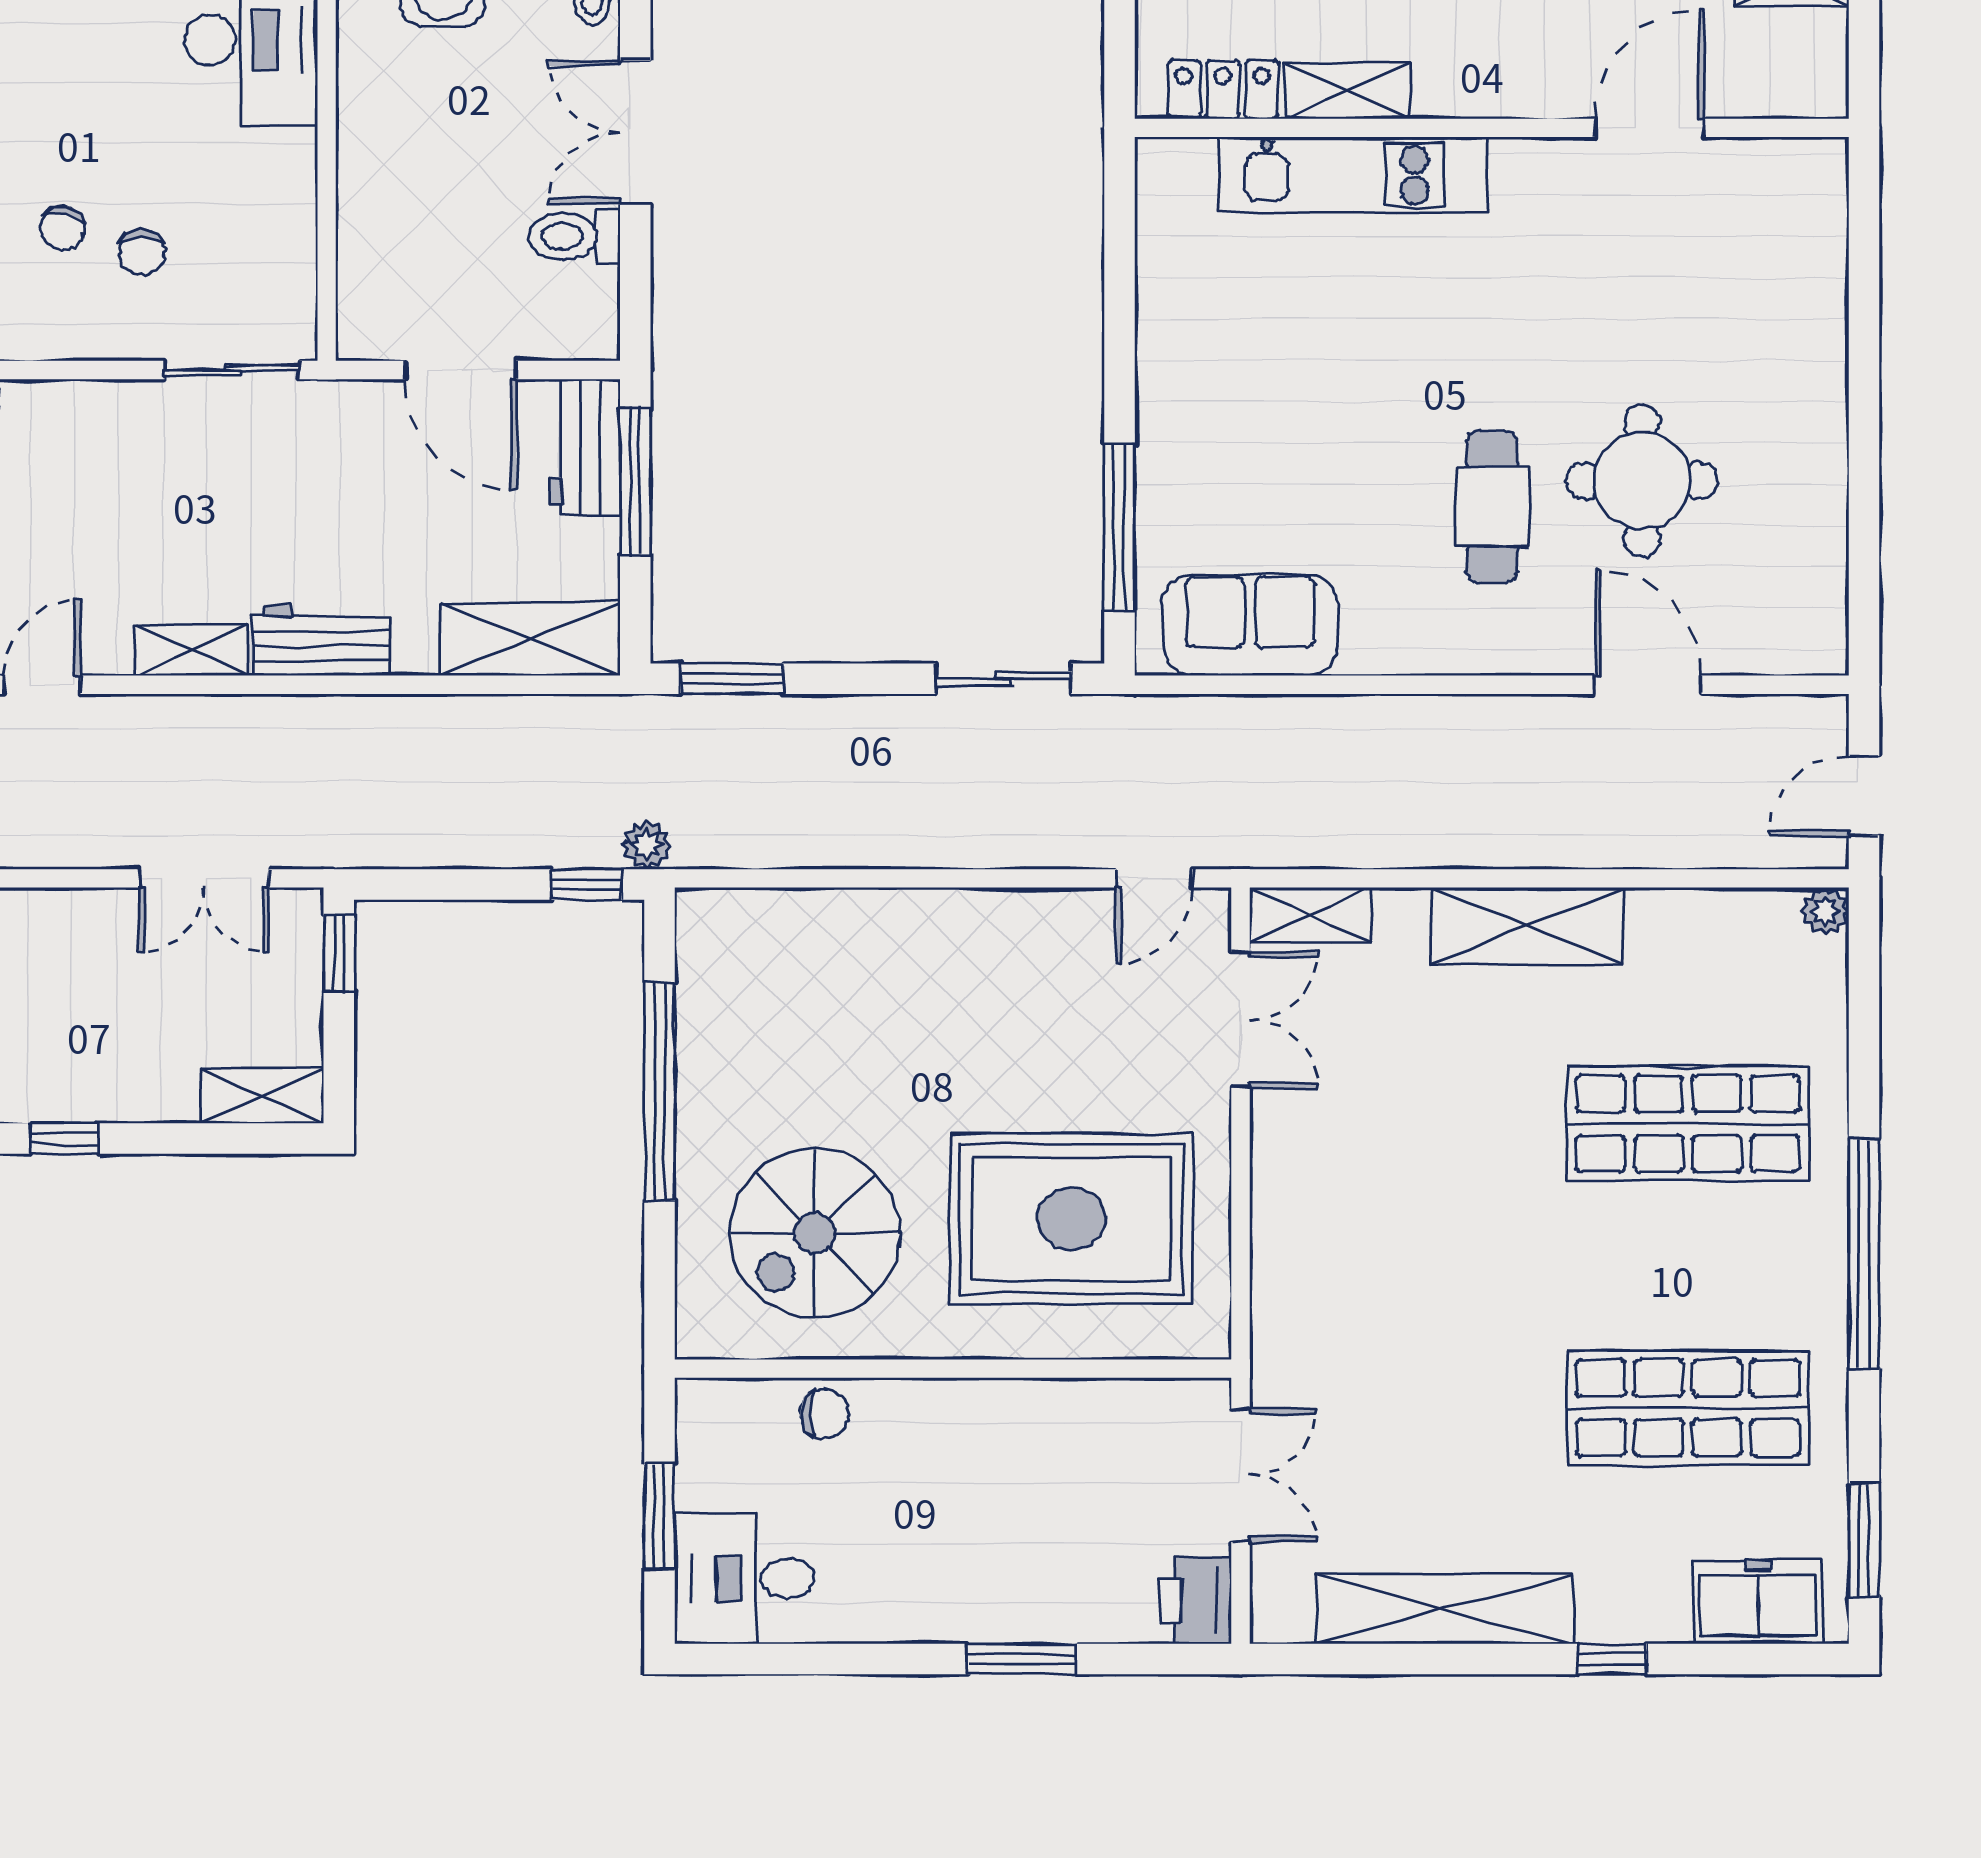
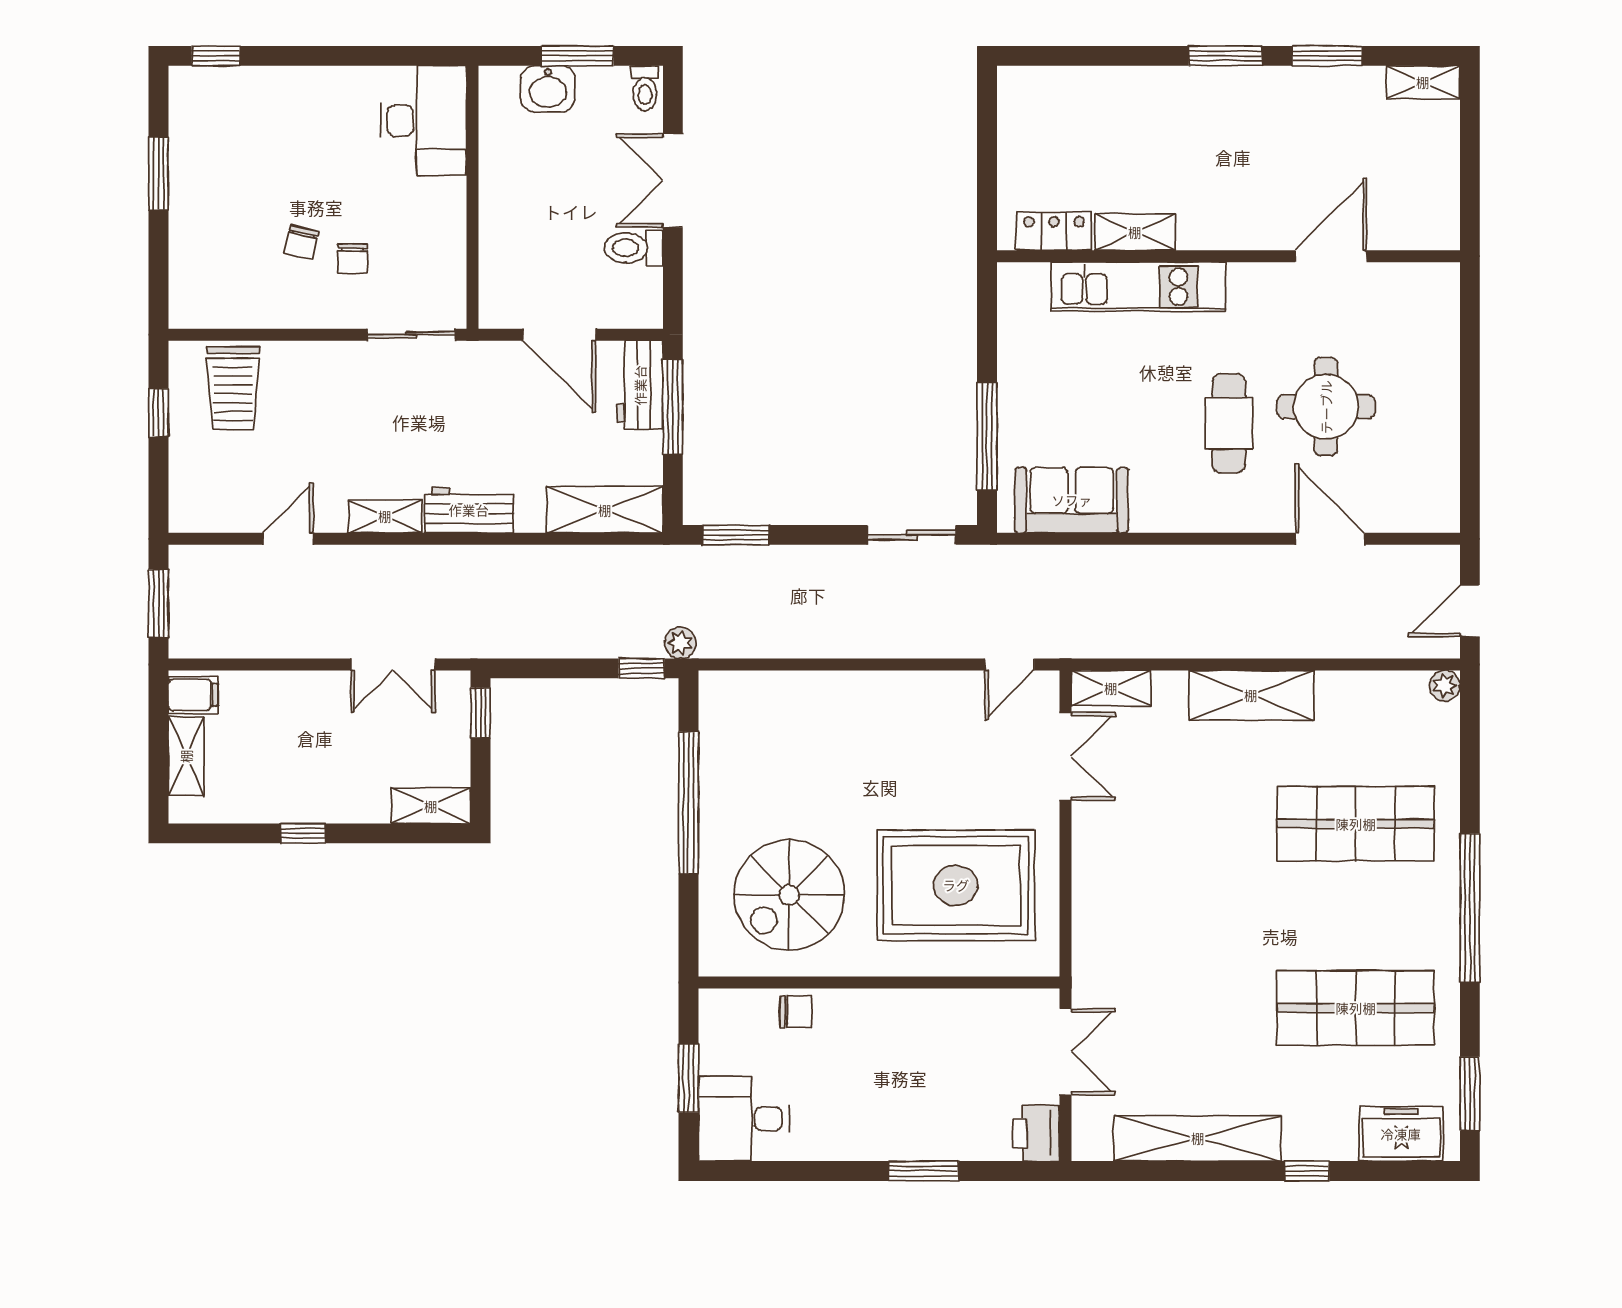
locker: (1223, 89) -> (1054, 231), moved
shelving: (1348, 91) -> (1135, 232), moved
wall: (1492, 128) -> (1228, 256), moved
door: (1649, 128) -> (1331, 256), moved
kitchen unit: (1353, 175) -> (1138, 287), moved

